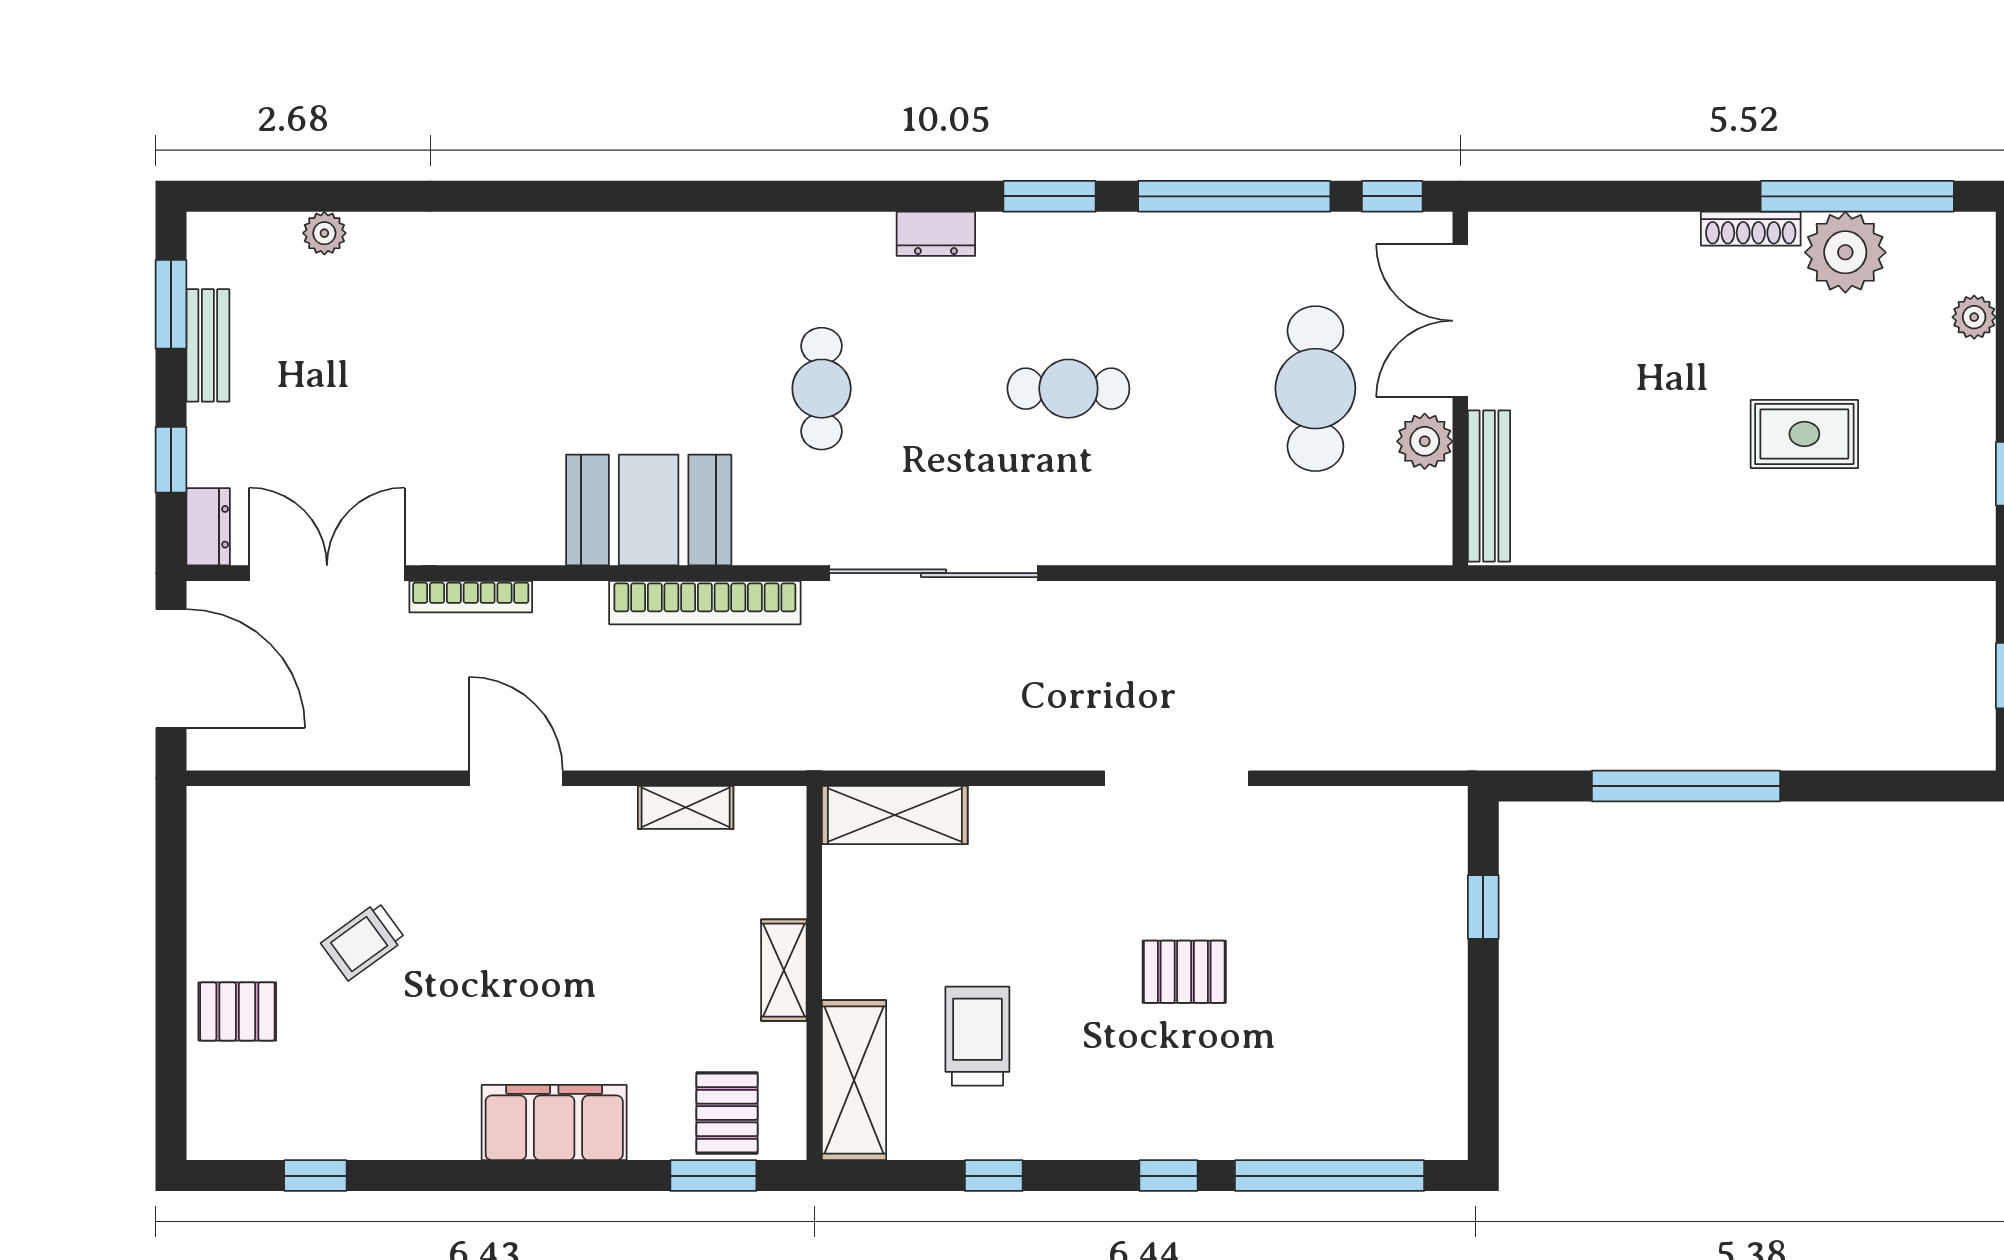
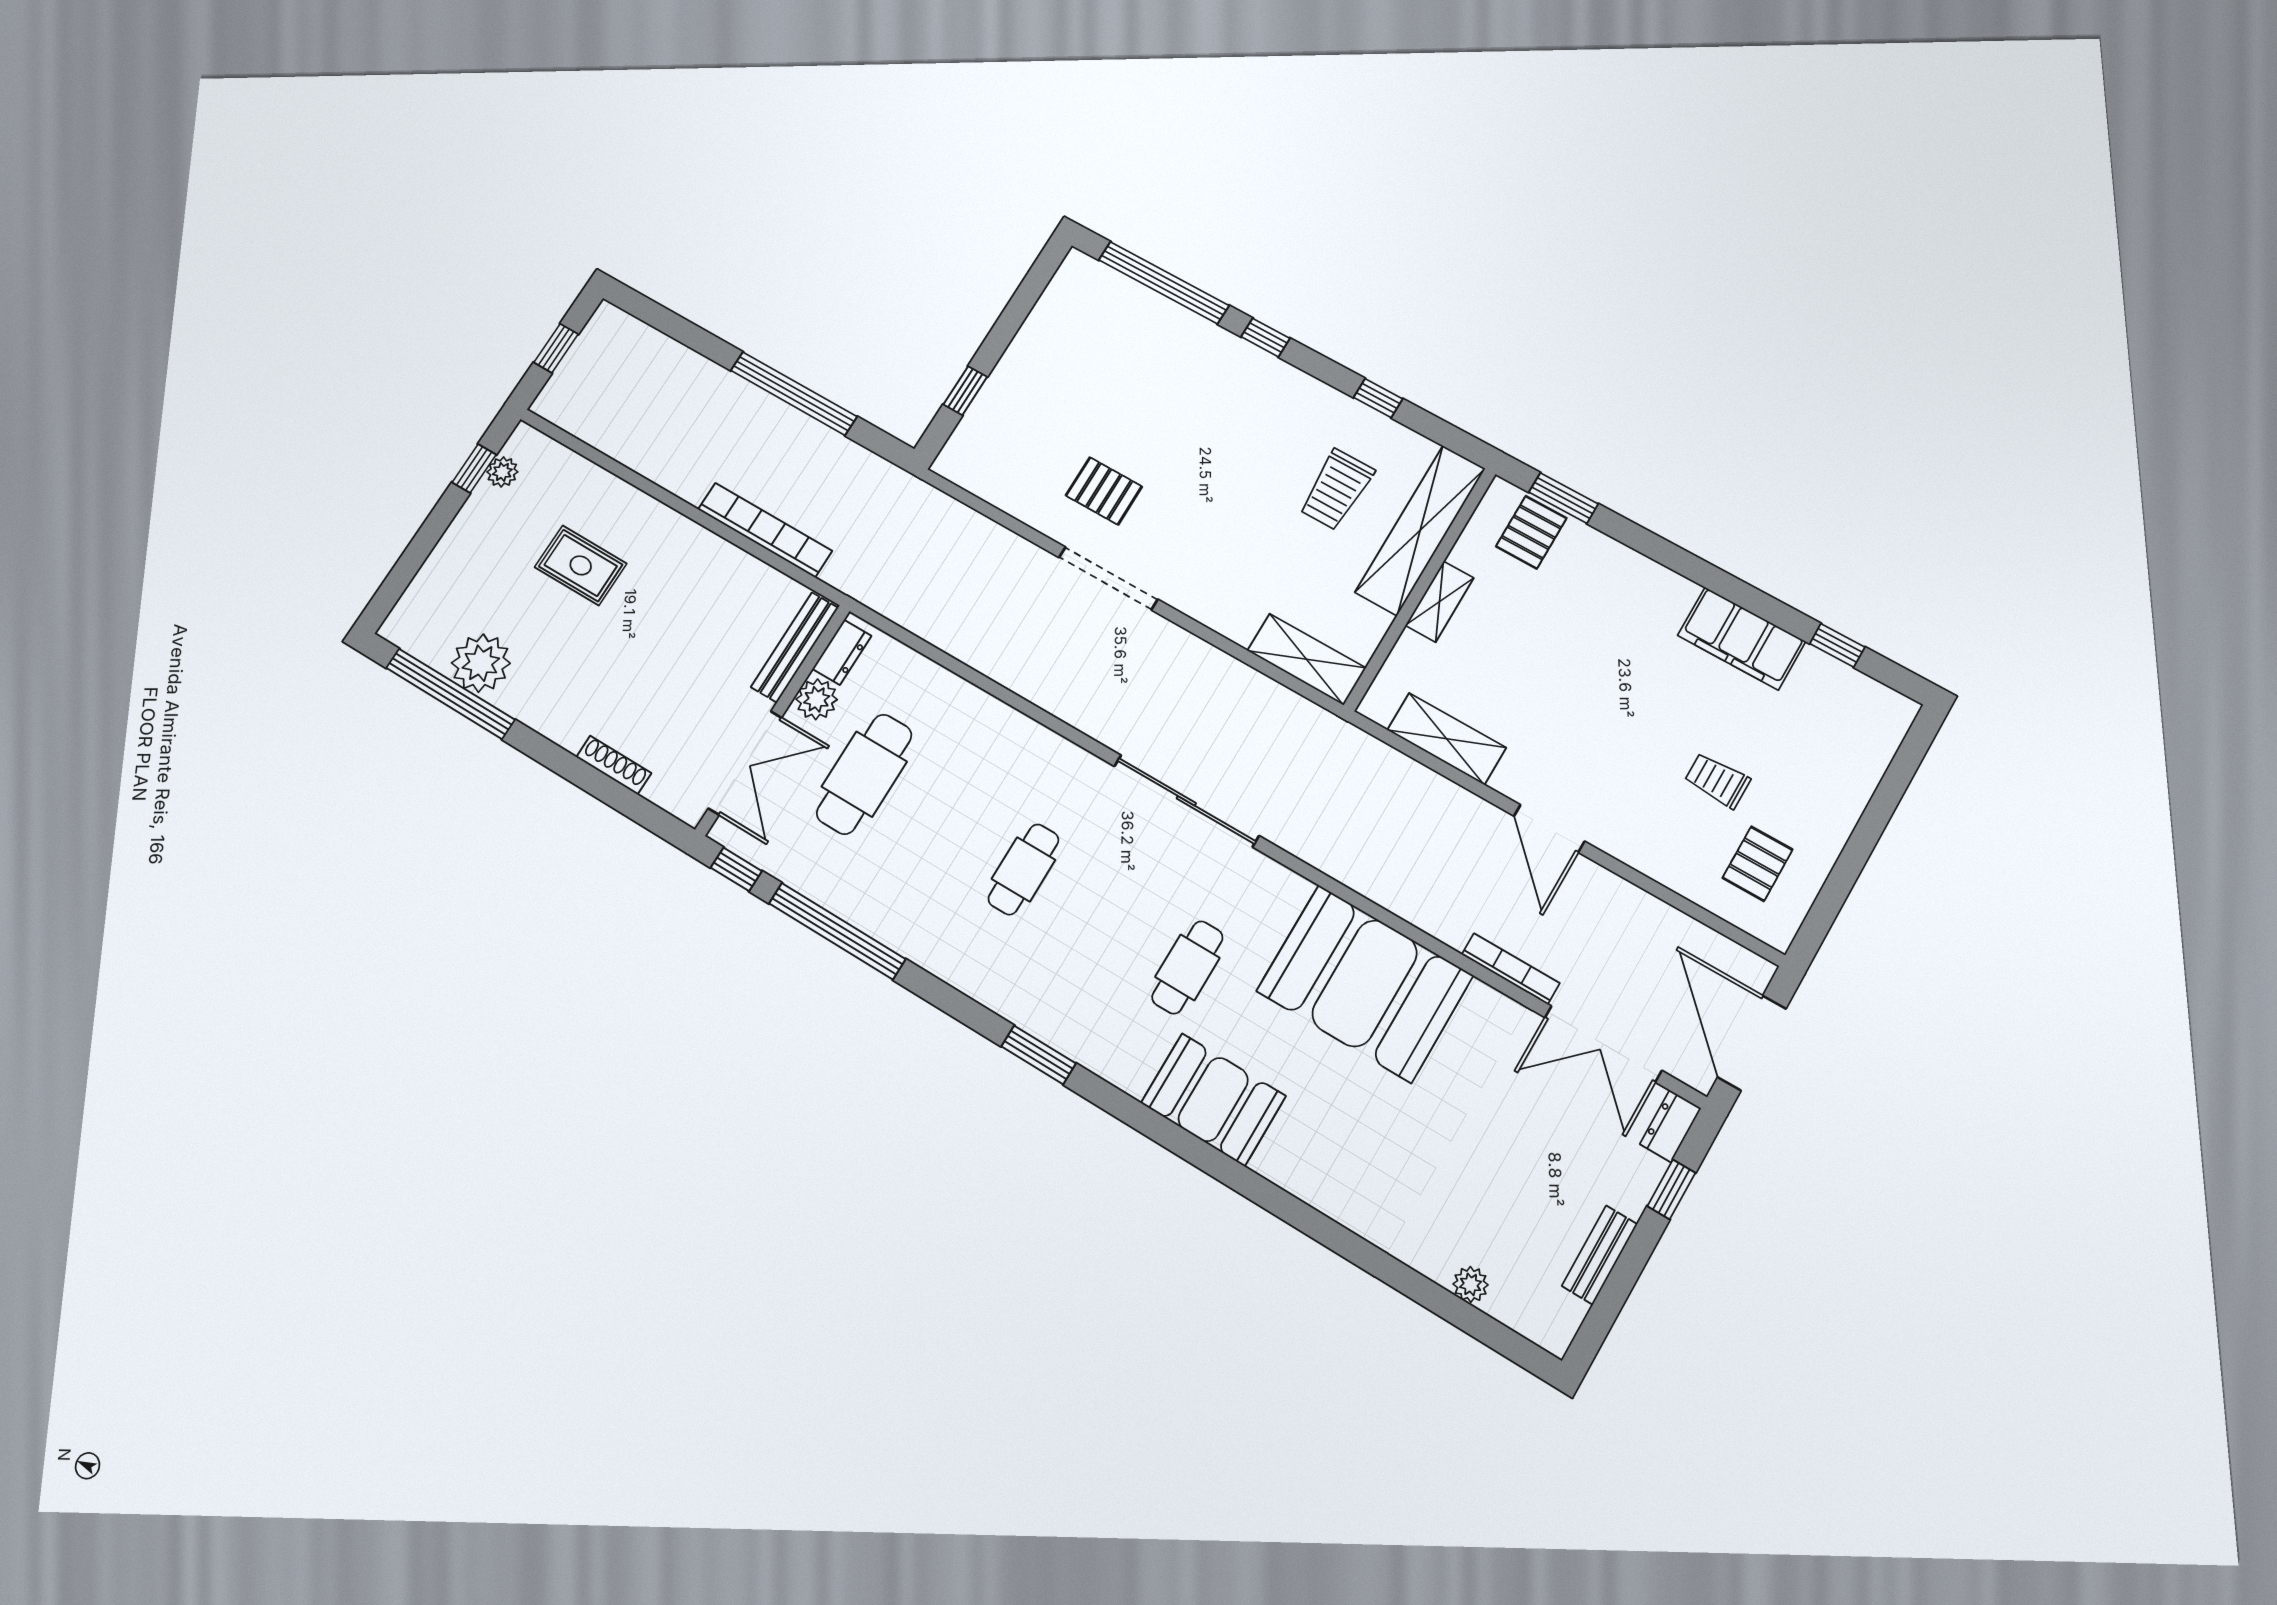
window: (1050, 196) -> (1039, 1055), moved
shoe rack: (1751, 229) -> (614, 765), moved
dresser: (936, 234) -> (842, 652), moved, turned 90
booth: (709, 263) -> (1213, 1100), added
window: (171, 304) -> (1610, 1301), removed
plant: (1974, 317) -> (502, 472), moved
cafe table: (1068, 389) -> (1023, 869), turned 90
booth: (649, 510) -> (1365, 983), width x1.36, depth x1.42
bookcase: (705, 603) -> (765, 530), moved
shelving: (686, 807) -> (1447, 739), width x1.50, depth x1.33
trolley: (363, 941) -> (1717, 780), turned -144
pallet: (1184, 972) -> (1104, 491), moved
pallet: (237, 1011) -> (1758, 864), moved, turned 90
shelving: (854, 1080) -> (1420, 530), width x1.47
filing cabinet: (554, 1123) -> (1742, 638), moved

